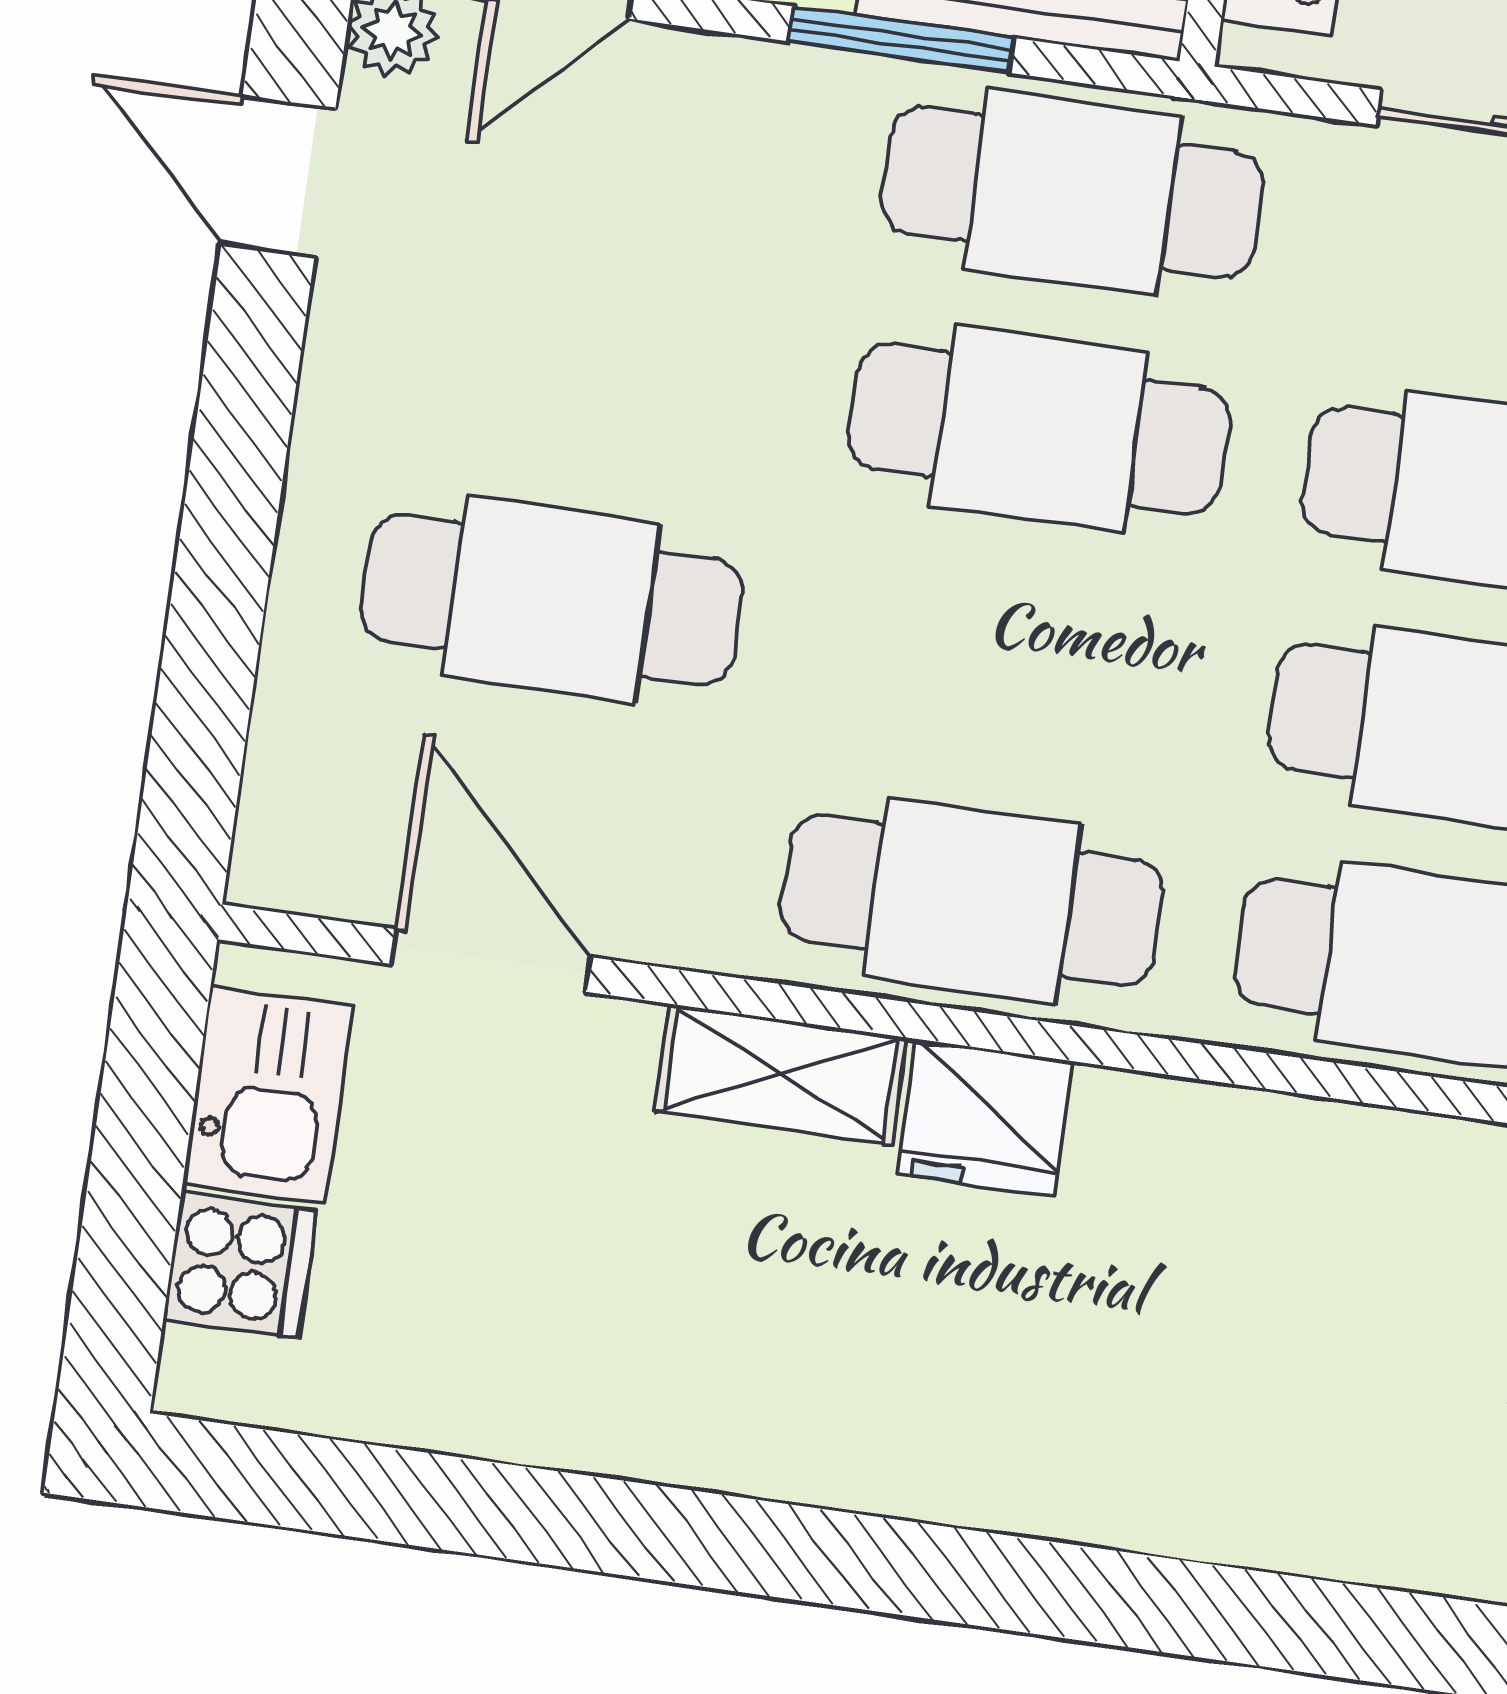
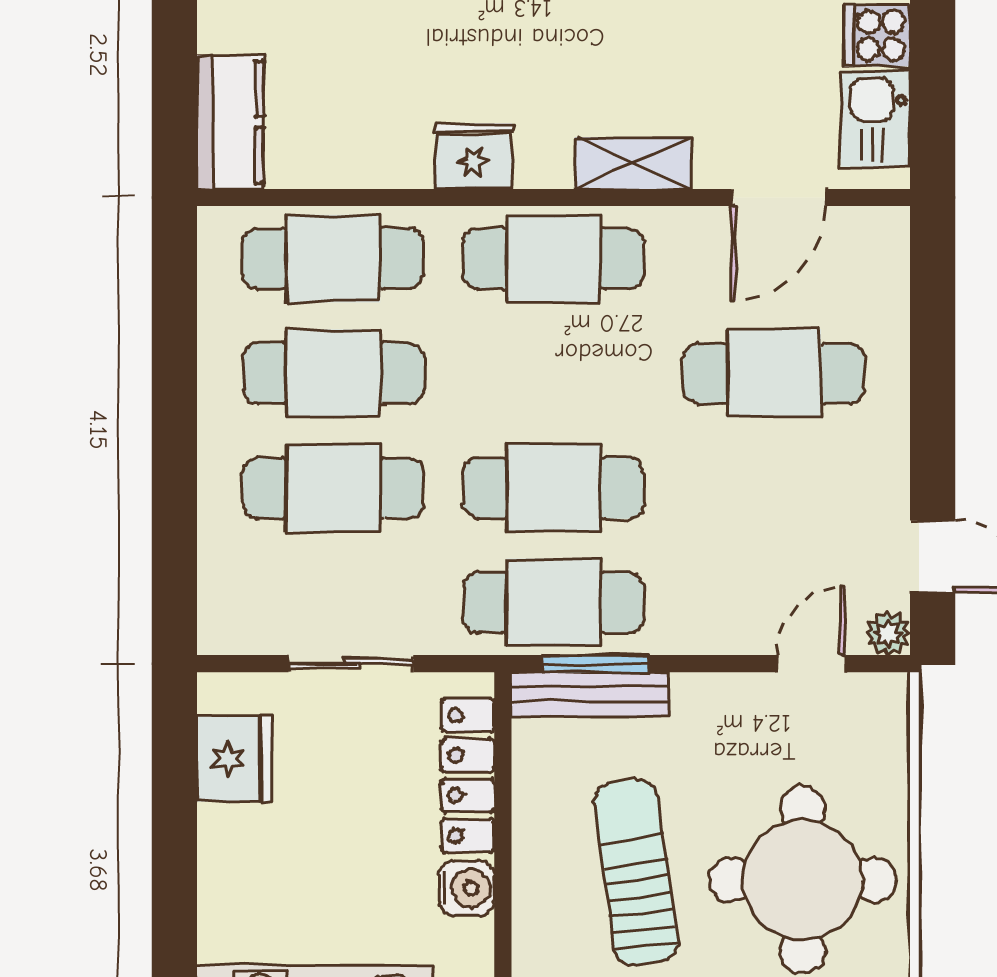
window: (901, 40) -> (596, 664), moved
door: (491, 960) -> (778, 198), hinge flipped
fridge: (986, 1118) -> (474, 156), moved

